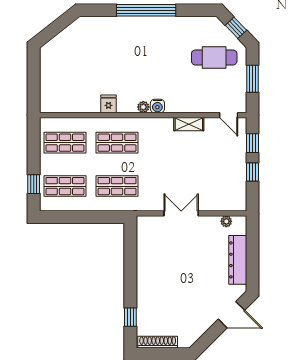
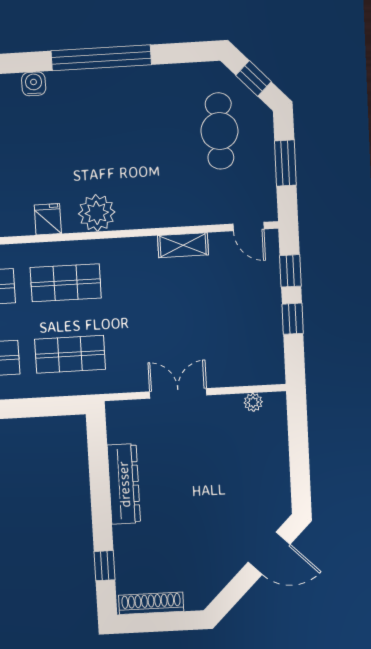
cafe table: (214, 57) -> (219, 131), turned 90
water cooler: (157, 106) -> (34, 84), moved, turned 180
plant: (143, 107) -> (97, 213), width x1.88, depth x1.88
dresser: (238, 260) -> (124, 484), moved, turned 180

